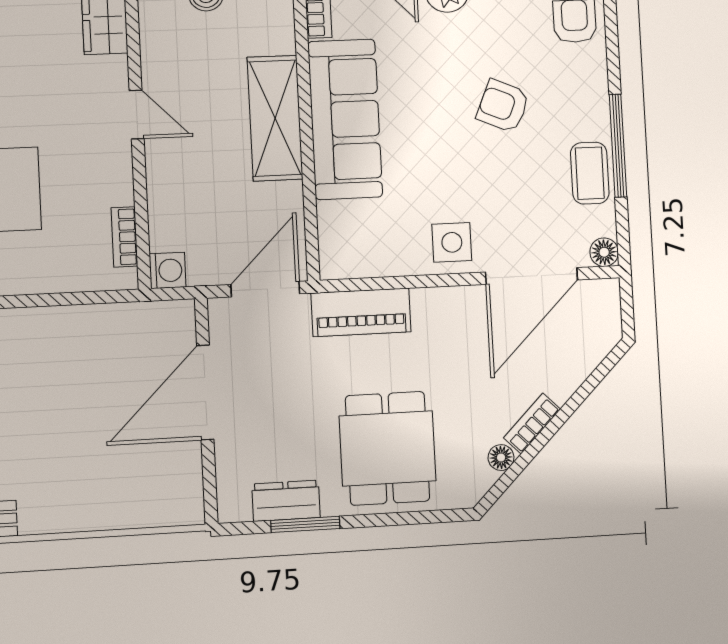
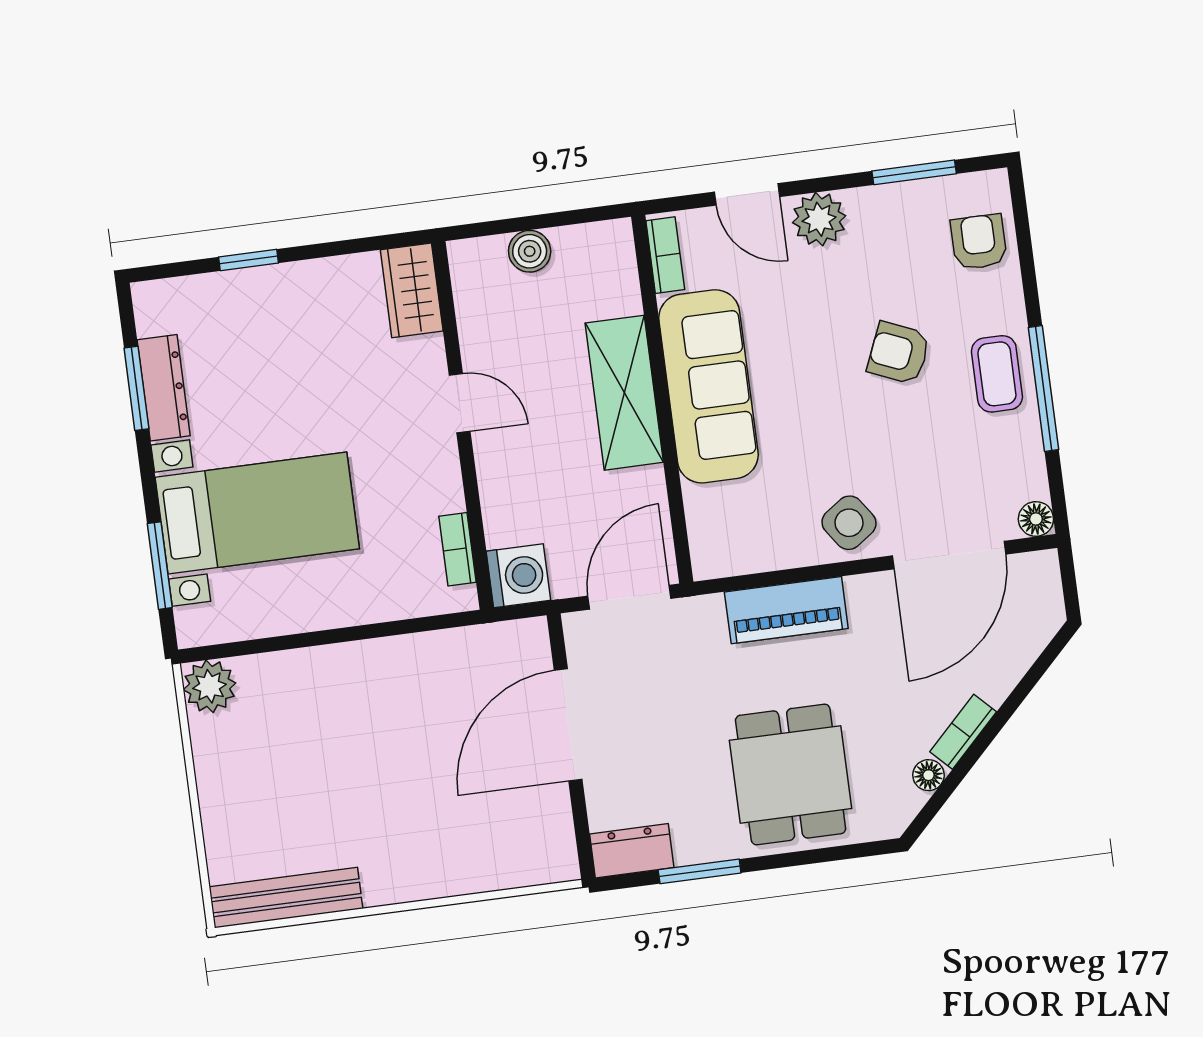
coffee table: (590, 173) -> (997, 374), moved
side table: (452, 242) -> (849, 523), turned -35
washing machine: (168, 270) -> (518, 576), width x1.38, depth x1.38
piano: (361, 312) -> (786, 610), moved
dresser: (286, 501) -> (632, 851), moved

